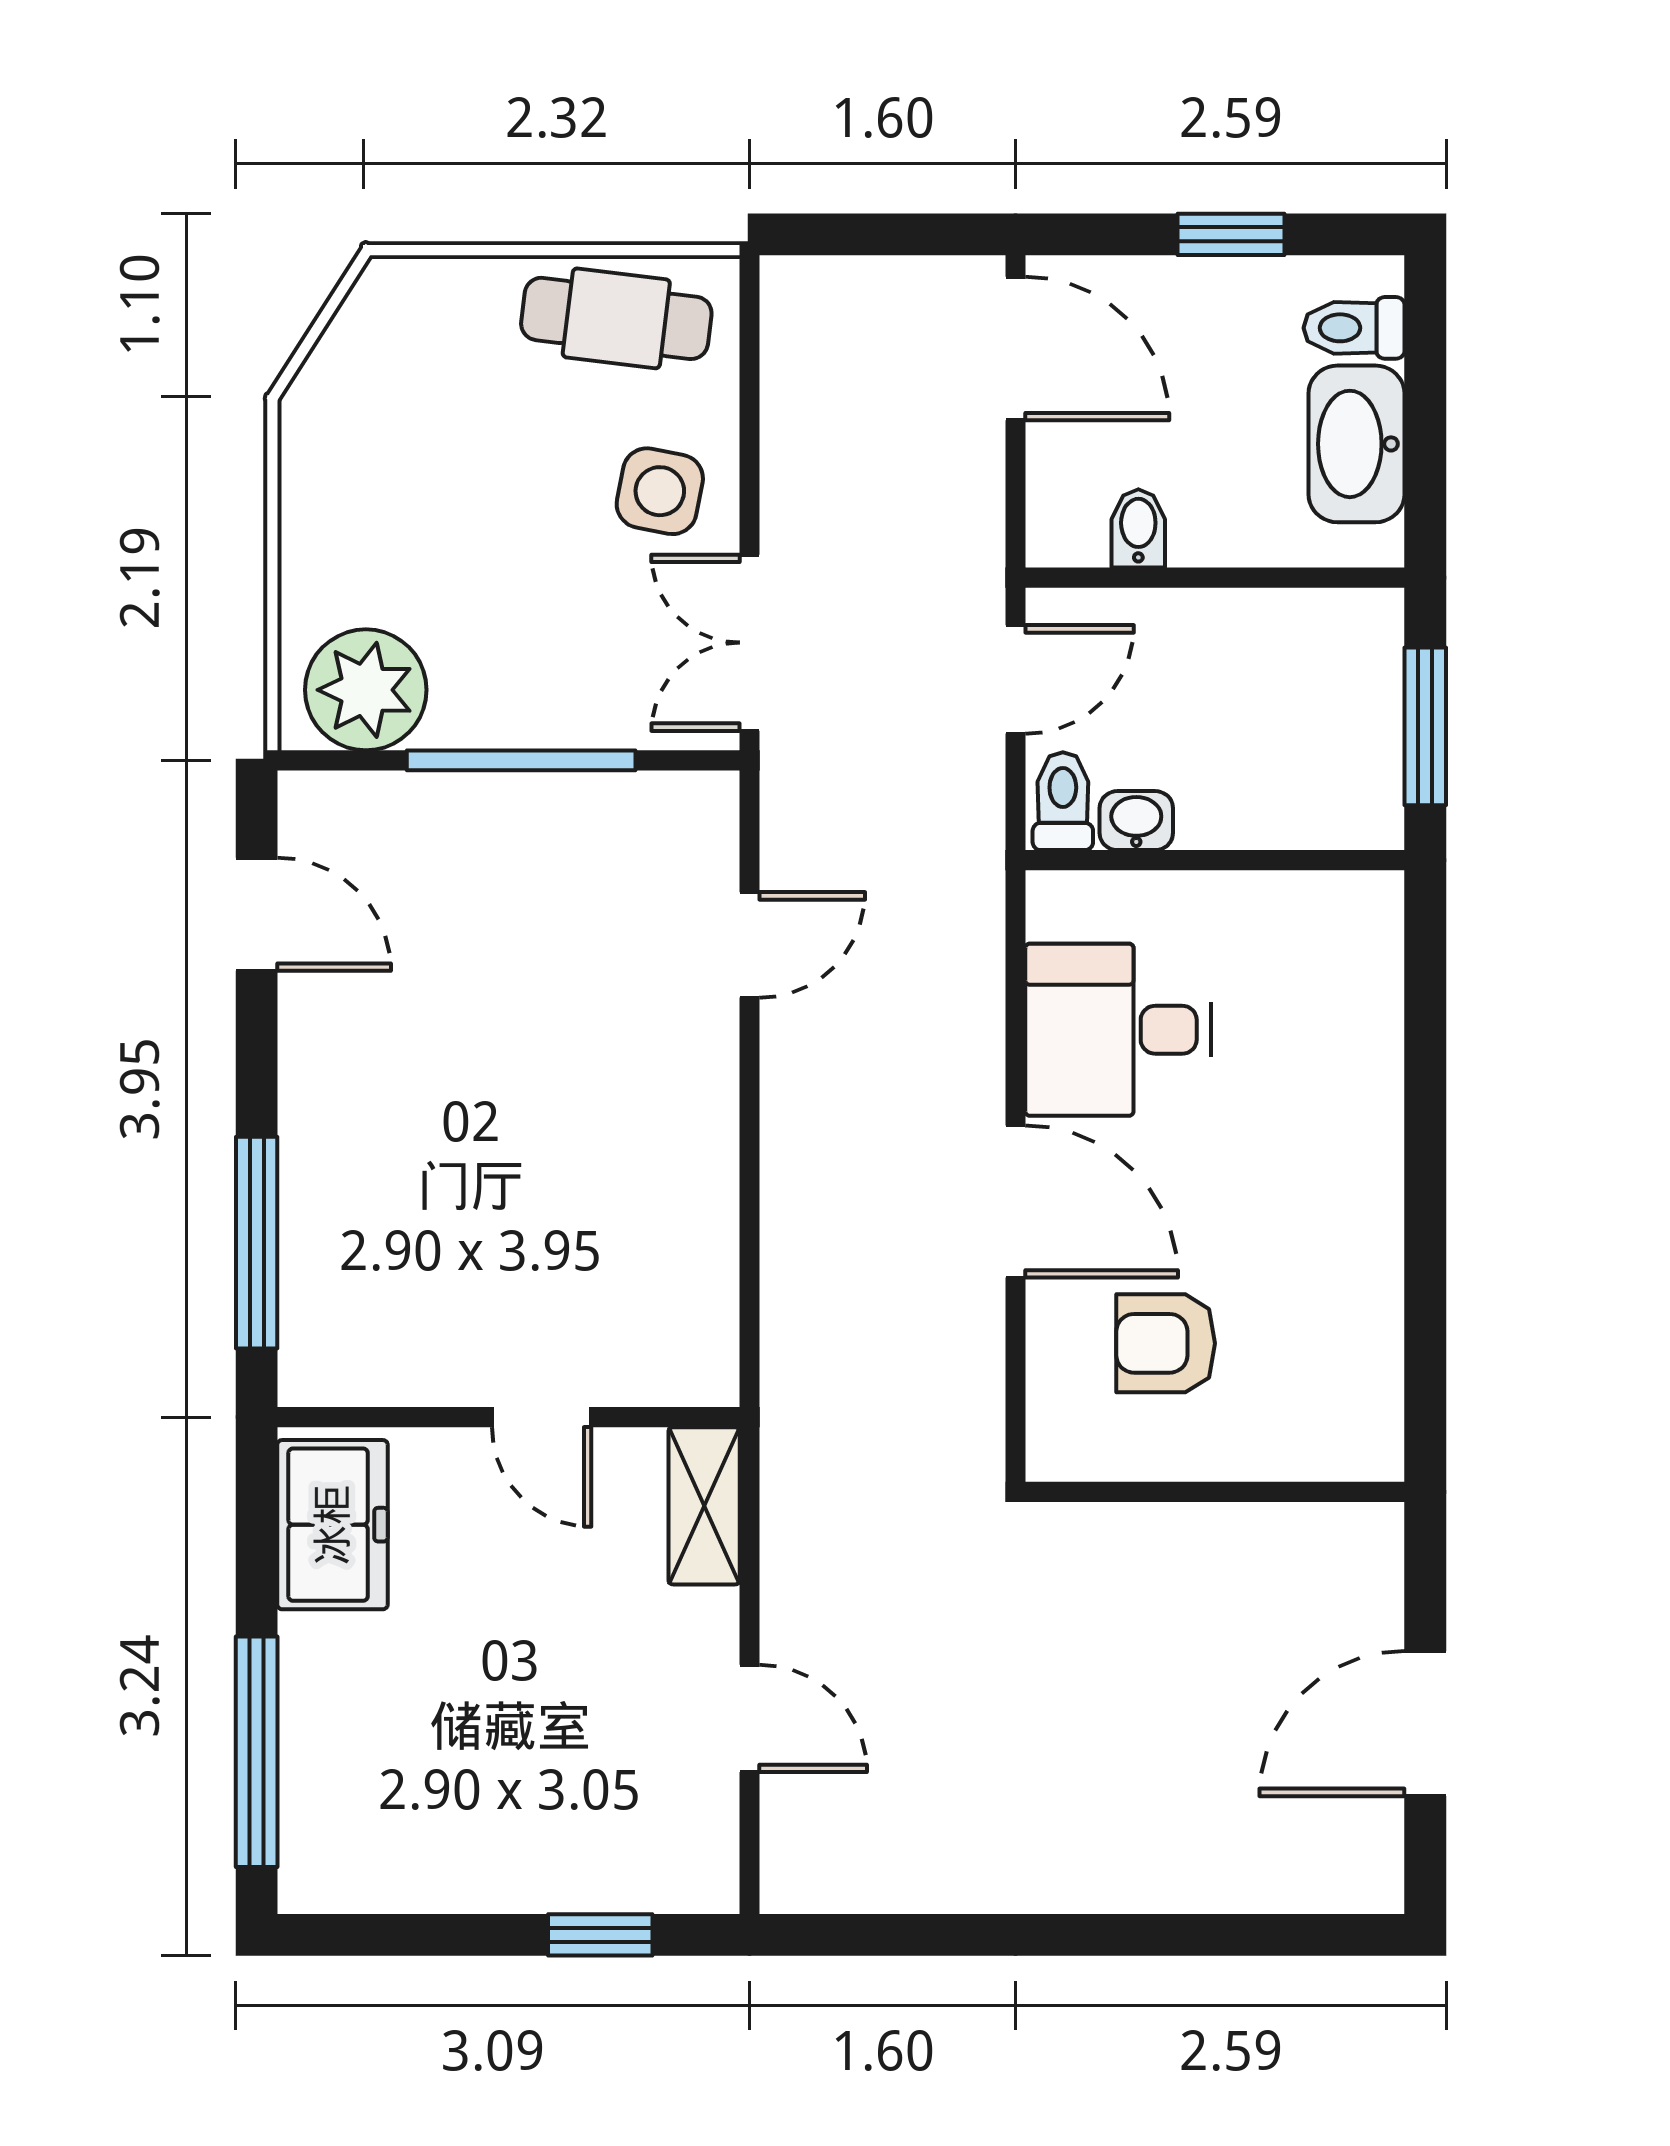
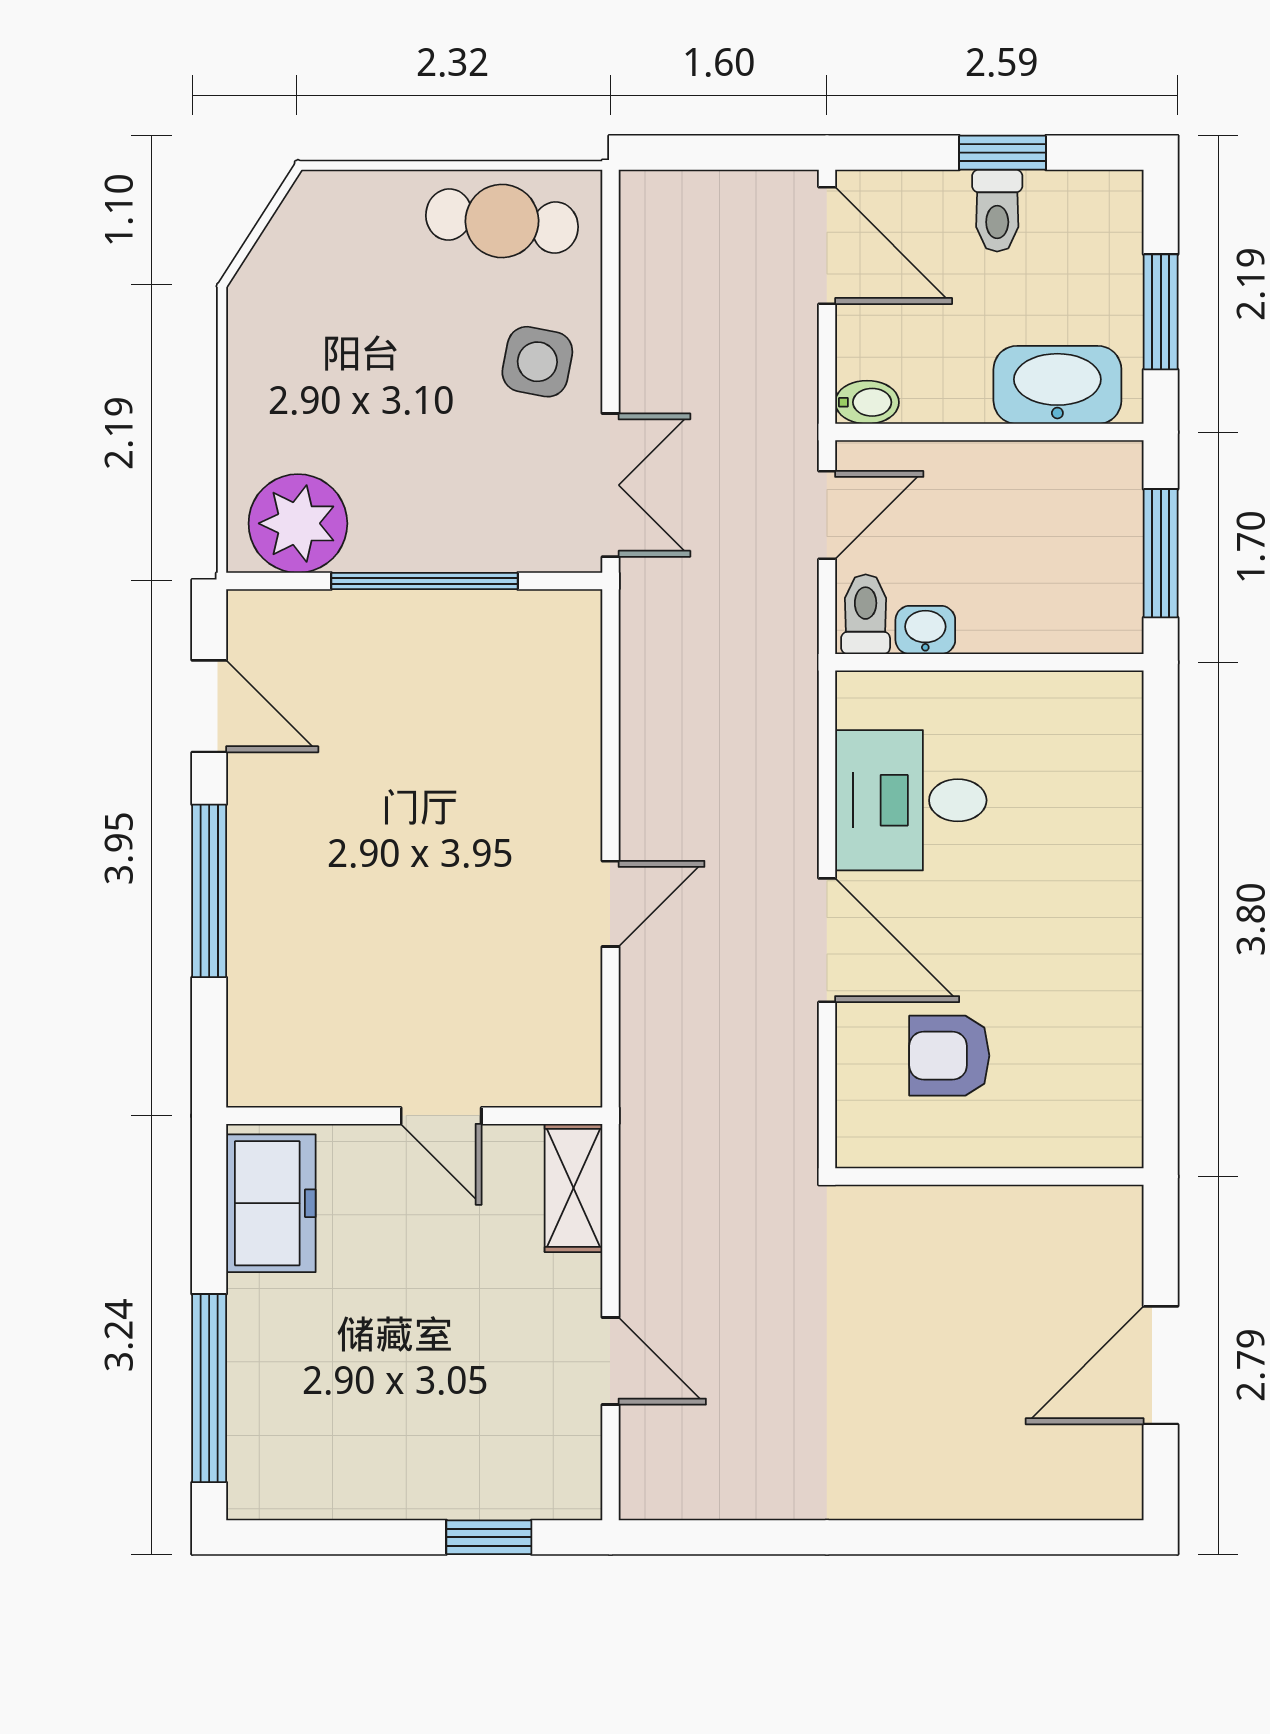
toilet: (1354, 328) -> (997, 211), moved, turned -90
window: (1425, 430) -> (1161, 312), added
washbasin: (1356, 444) -> (1057, 385), moved, turned 90
bidet: (1138, 528) -> (867, 402), moved, turned 90
double door: (750, 643) -> (610, 485), swing flipped
door: (750, 945) -> (610, 904), moved
window: (257, 1243) -> (209, 891), moved

